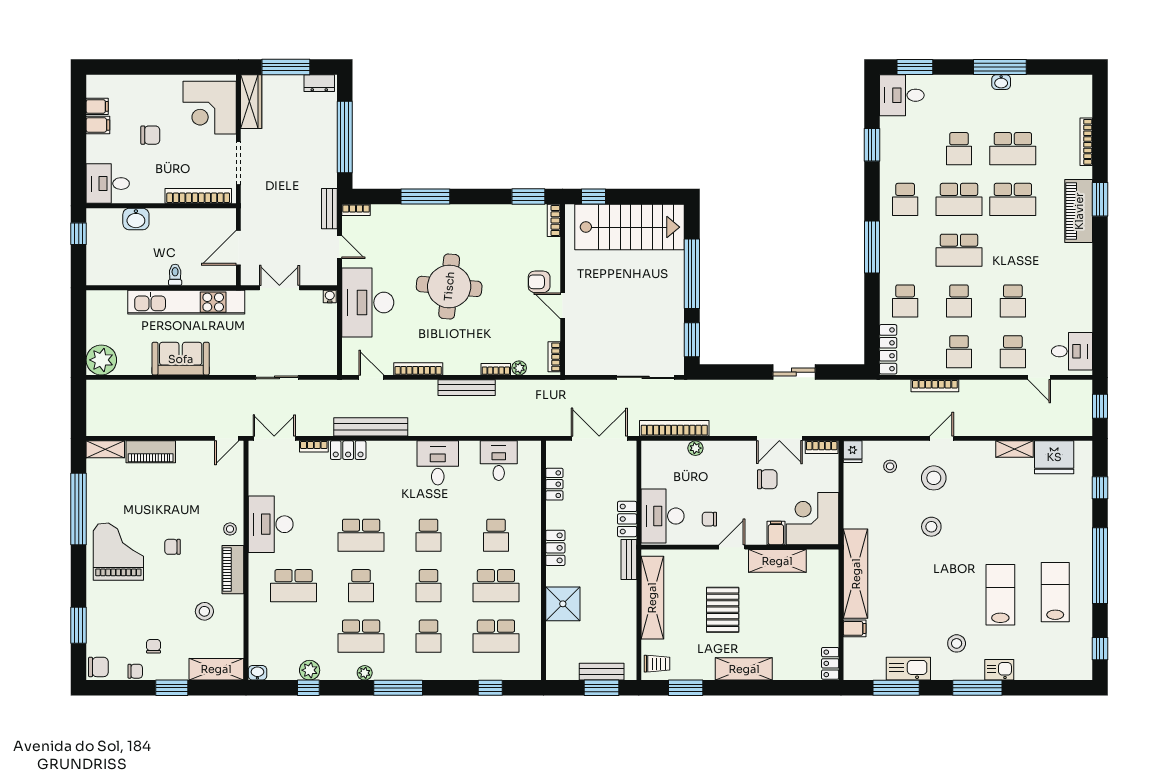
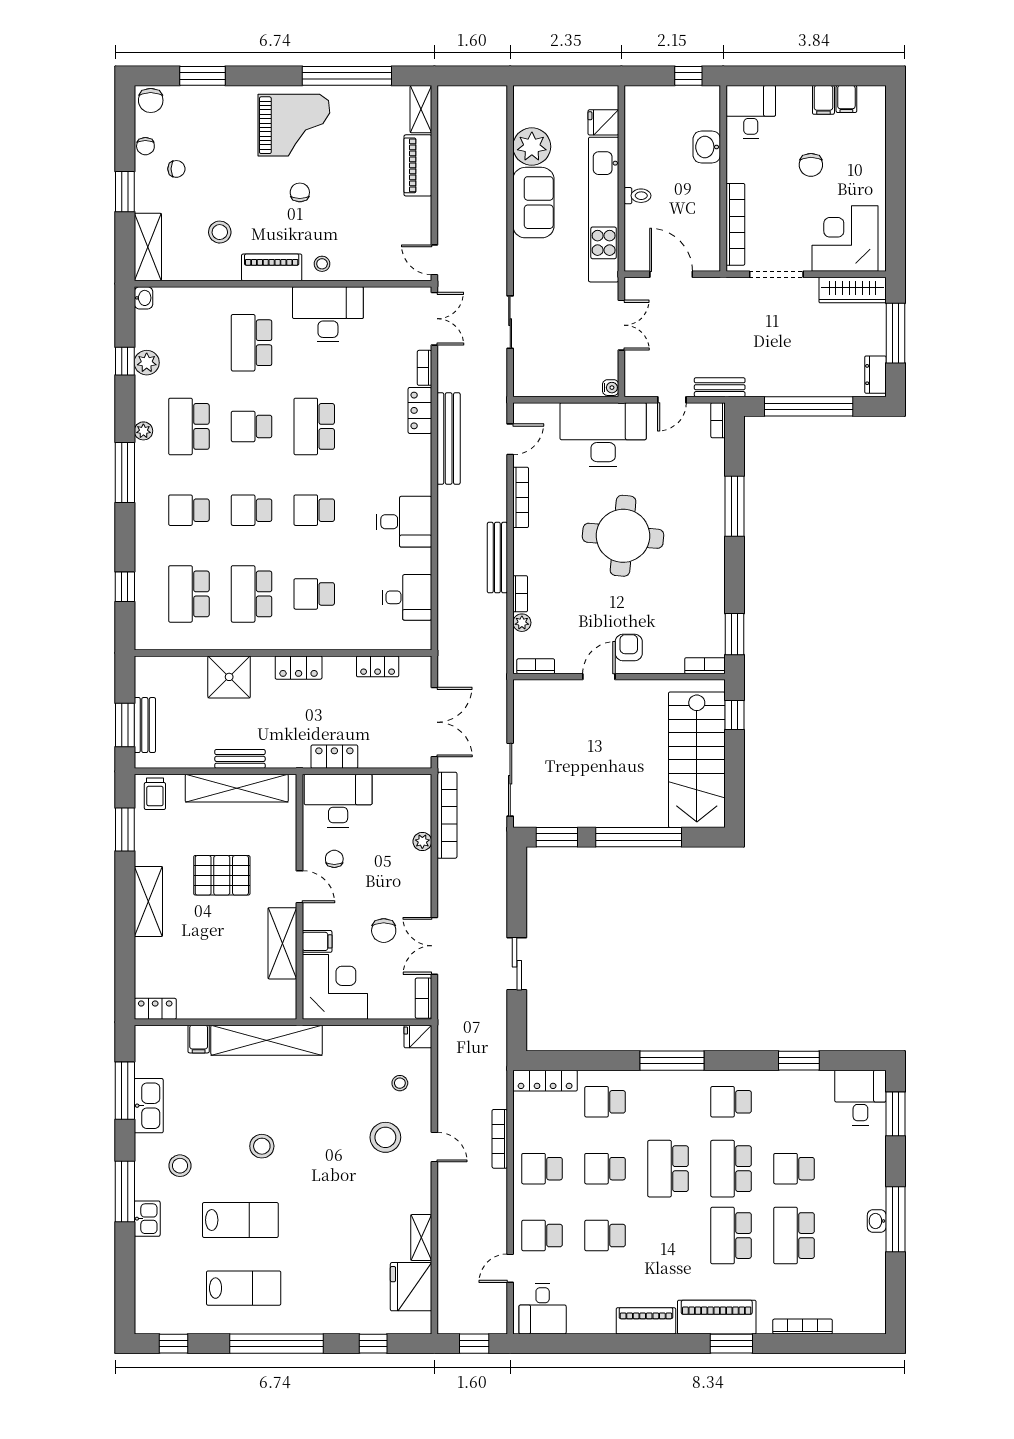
piano: (1082, 268) -> (646, 1321), added
fridge: (116, 302) -> (603, 122), added
plant: (101, 360) -> (532, 147), moved
stool: (931, 527) -> (262, 1146), moved
bench: (629, 559) -> (240, 759), moved

